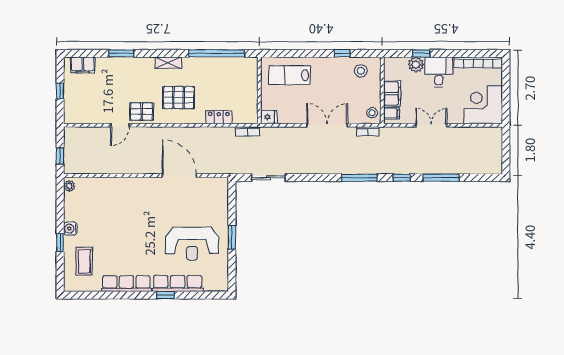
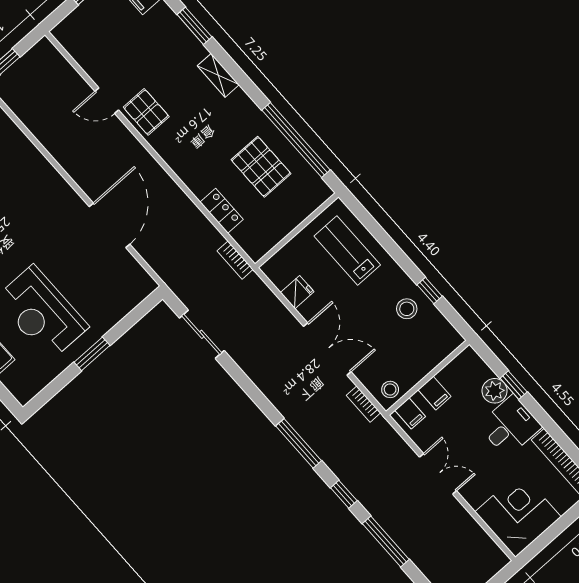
shelving: (168, 63) -> (218, 75), moved
stool: (361, 71) -> (407, 309), moved
filing cabinet: (392, 94) -> (435, 393), width x0.50
pallet: (179, 98) -> (261, 167), moved
fridge: (269, 117) -> (297, 292), moved, turned -90

